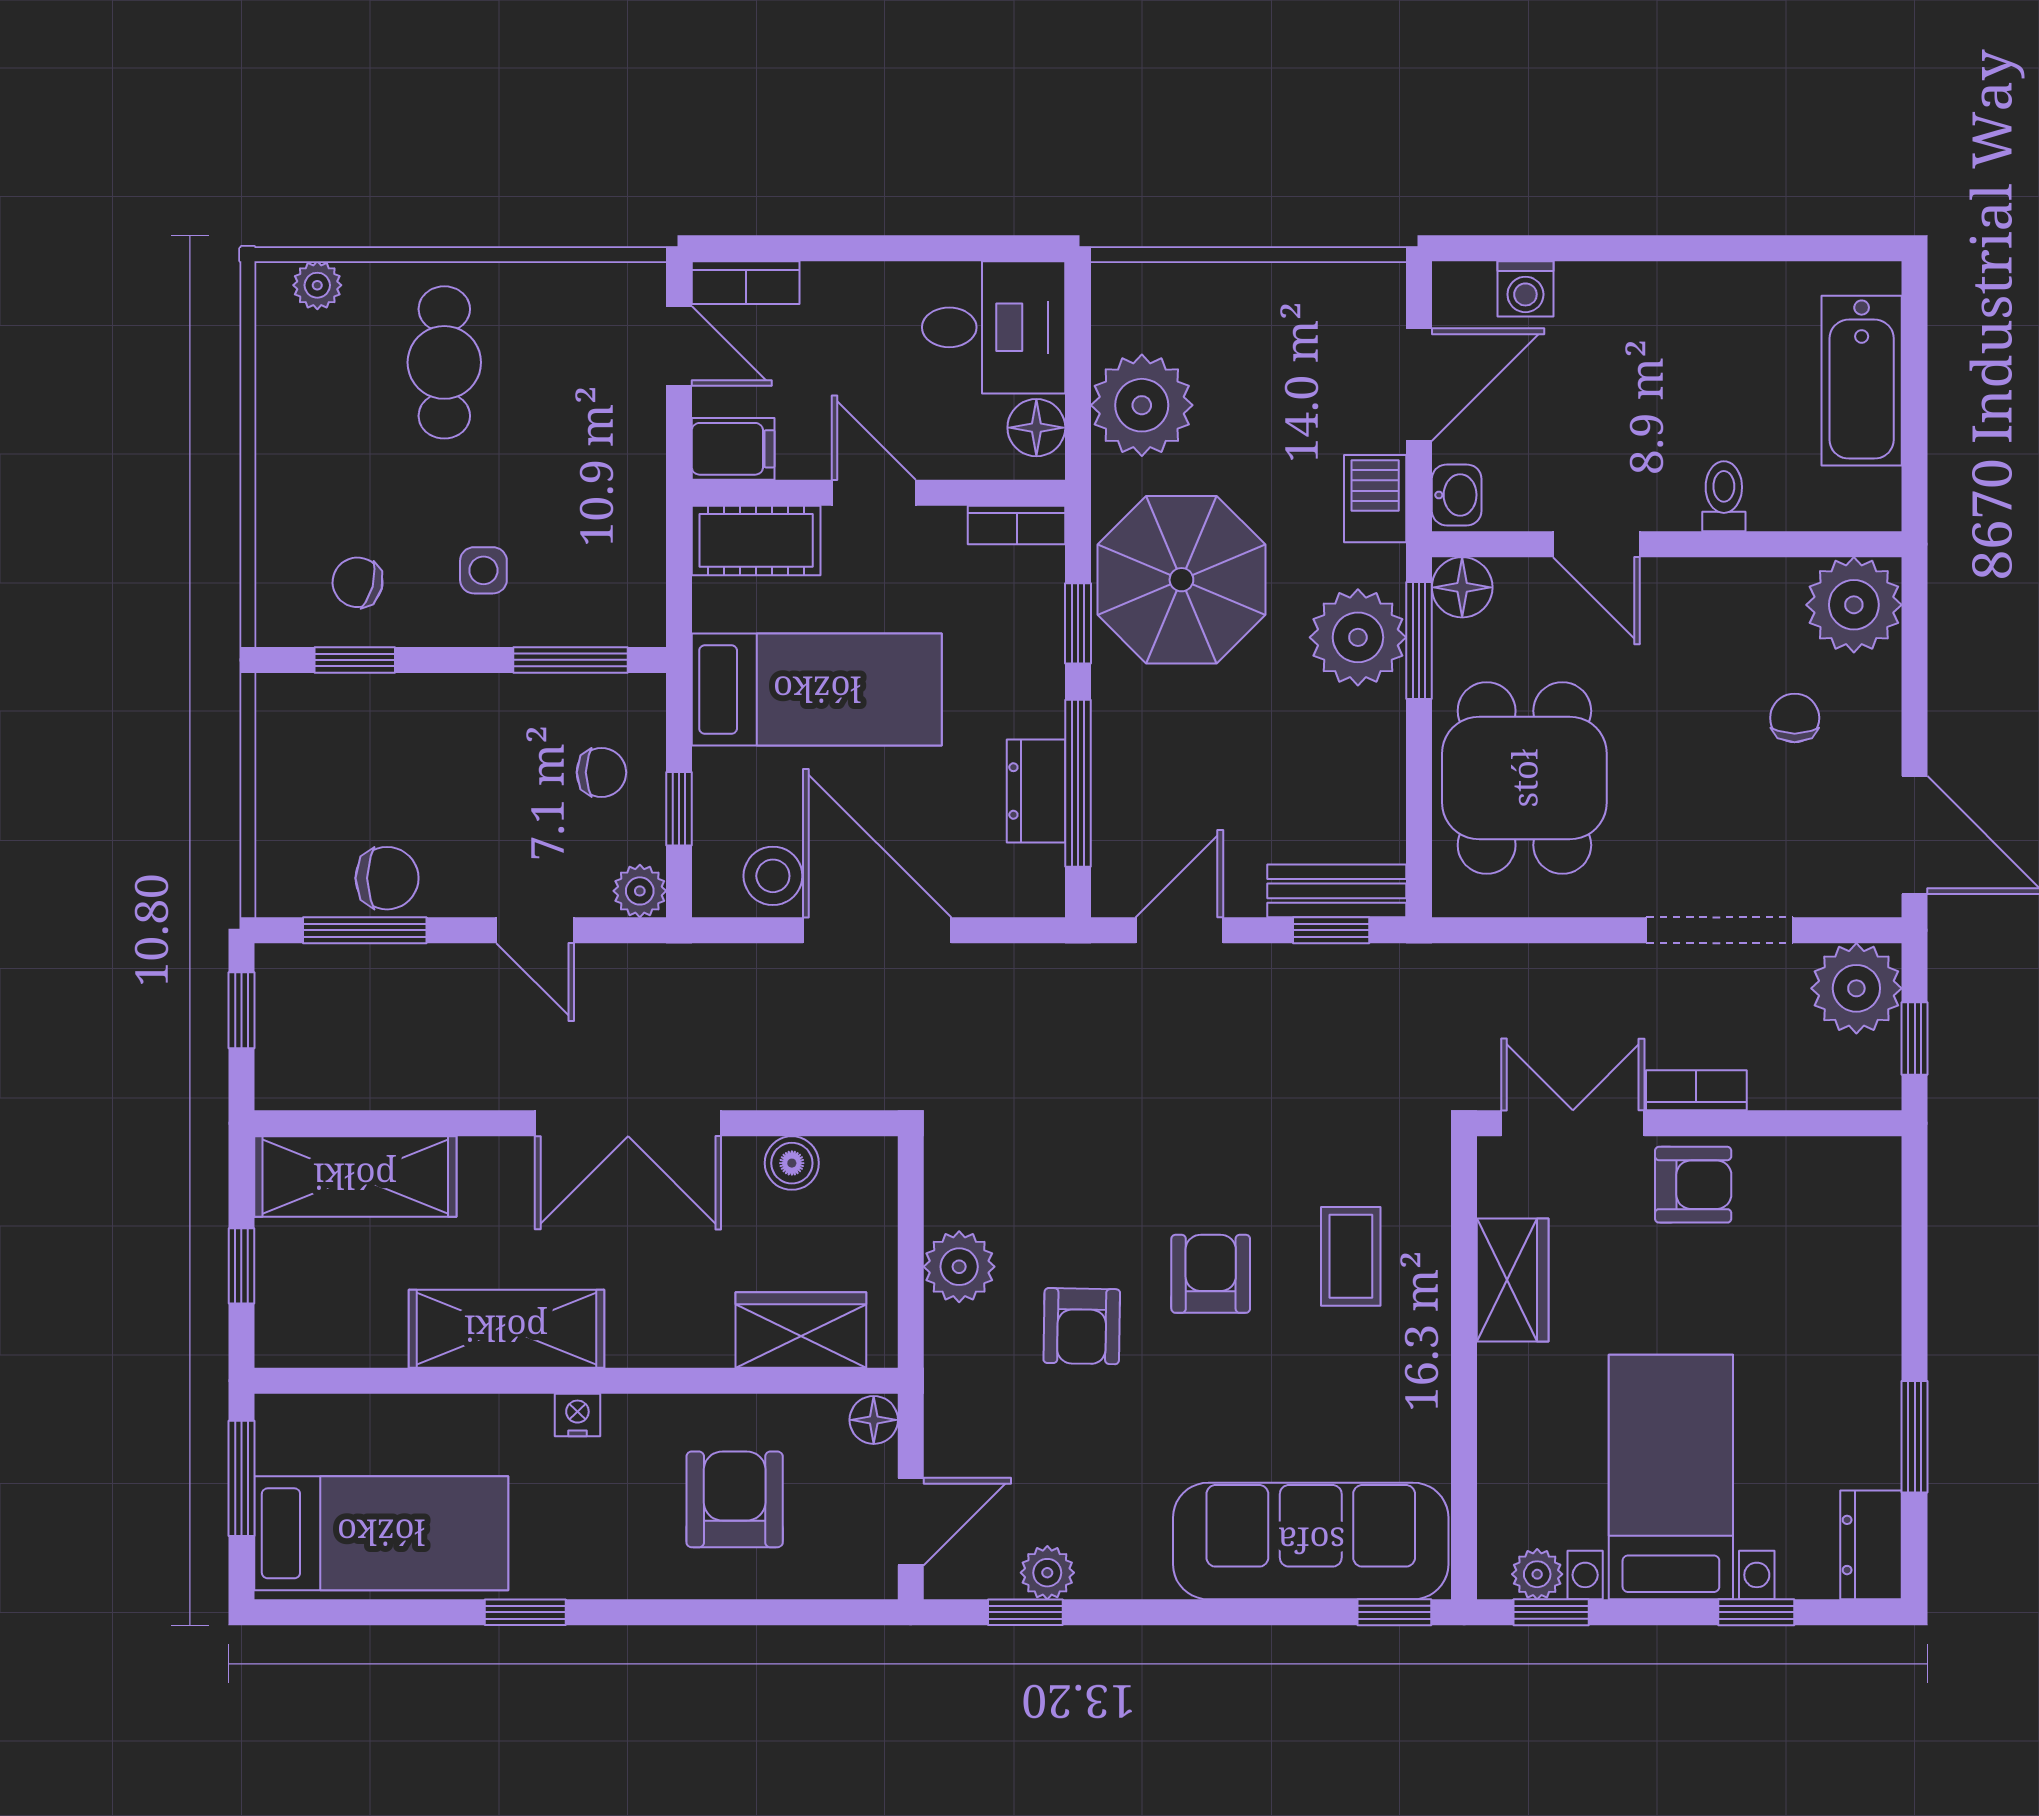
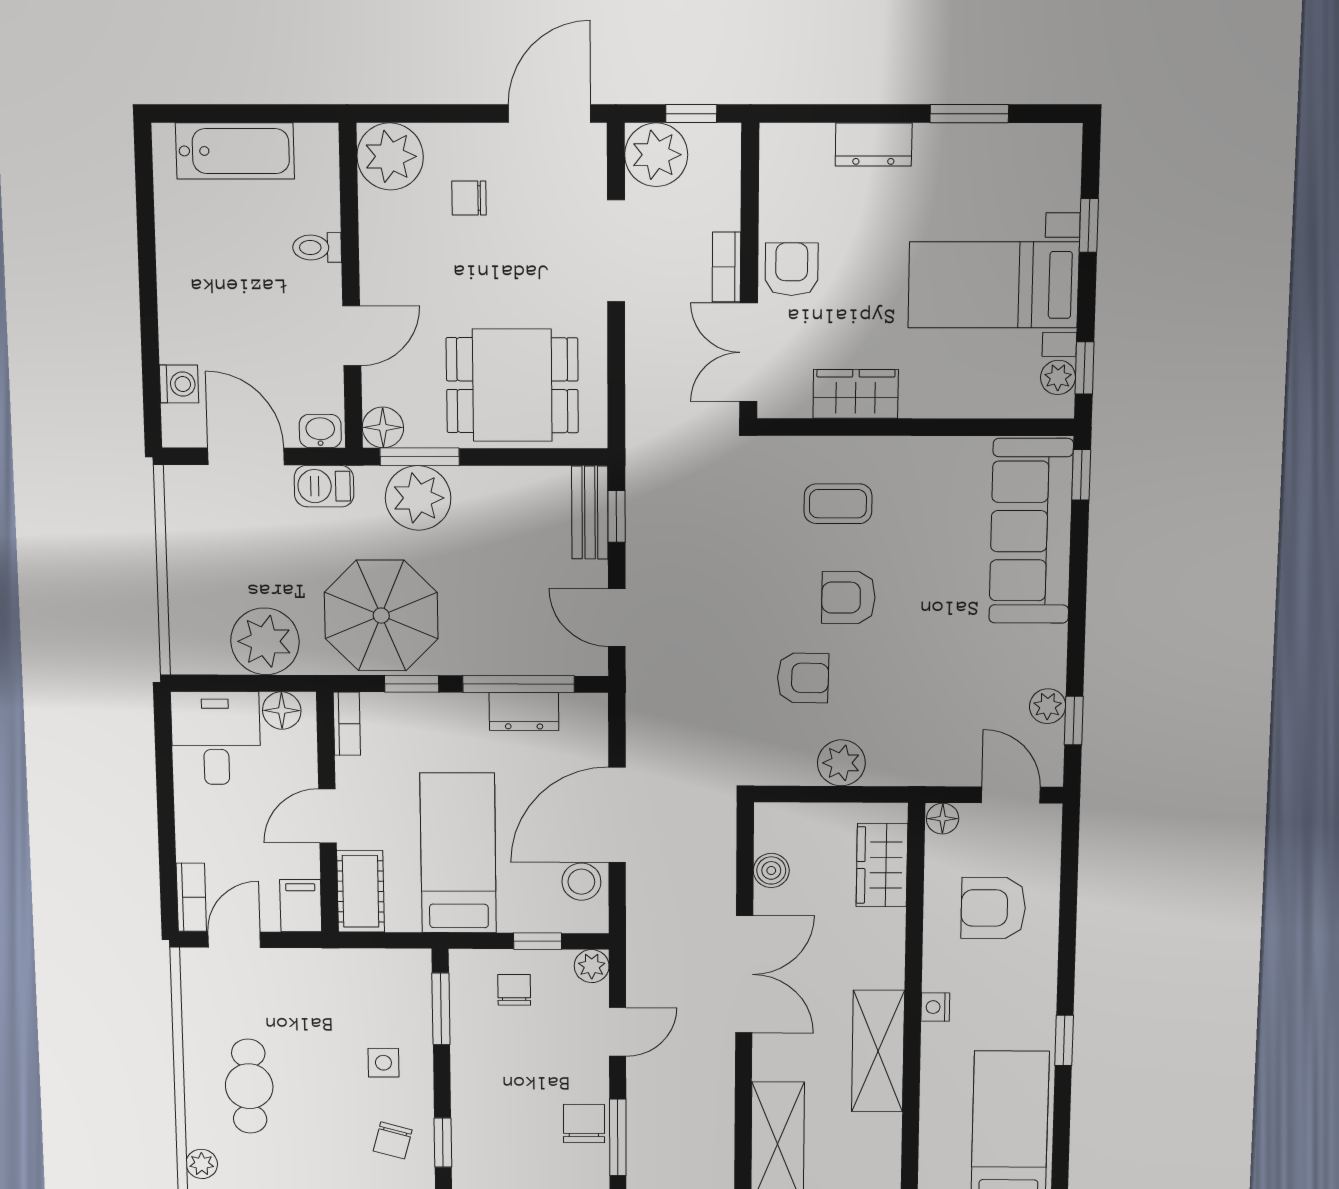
cafe table: (444, 362) -> (249, 1086), turned 90
armchair: (1082, 1326) -> (803, 678), moved
dresser: (1871, 1545) -> (874, 144), moved

